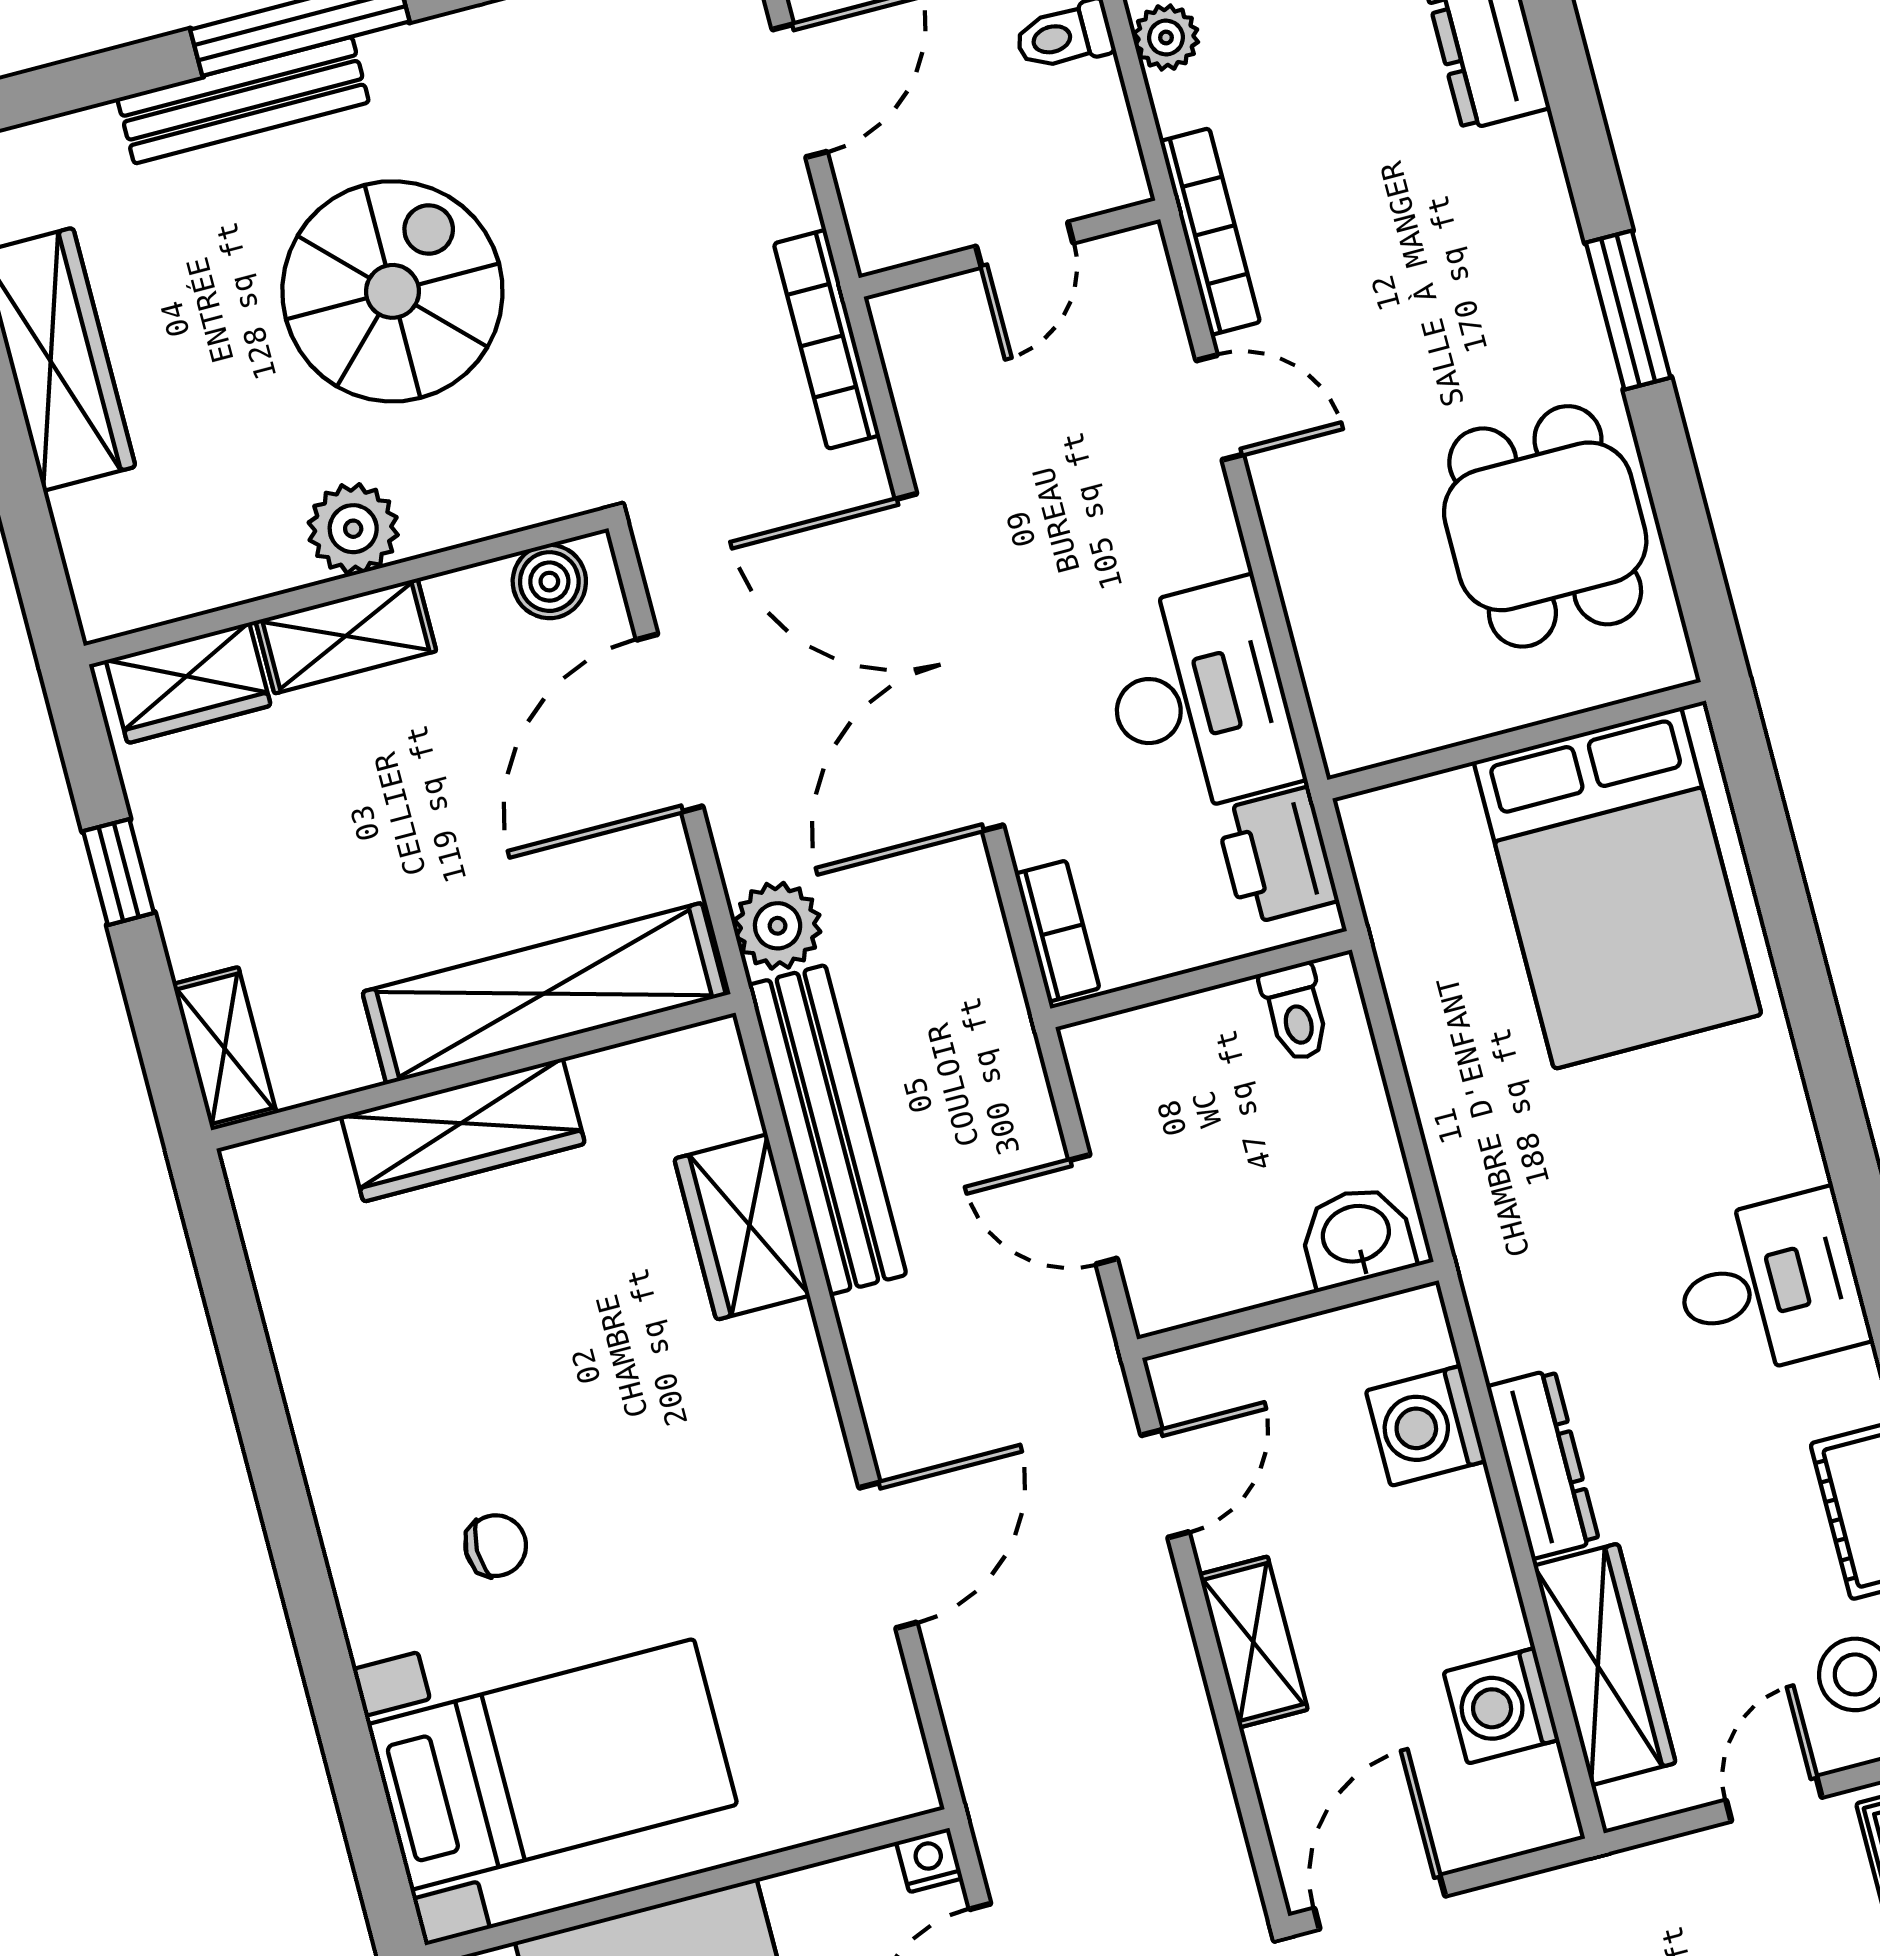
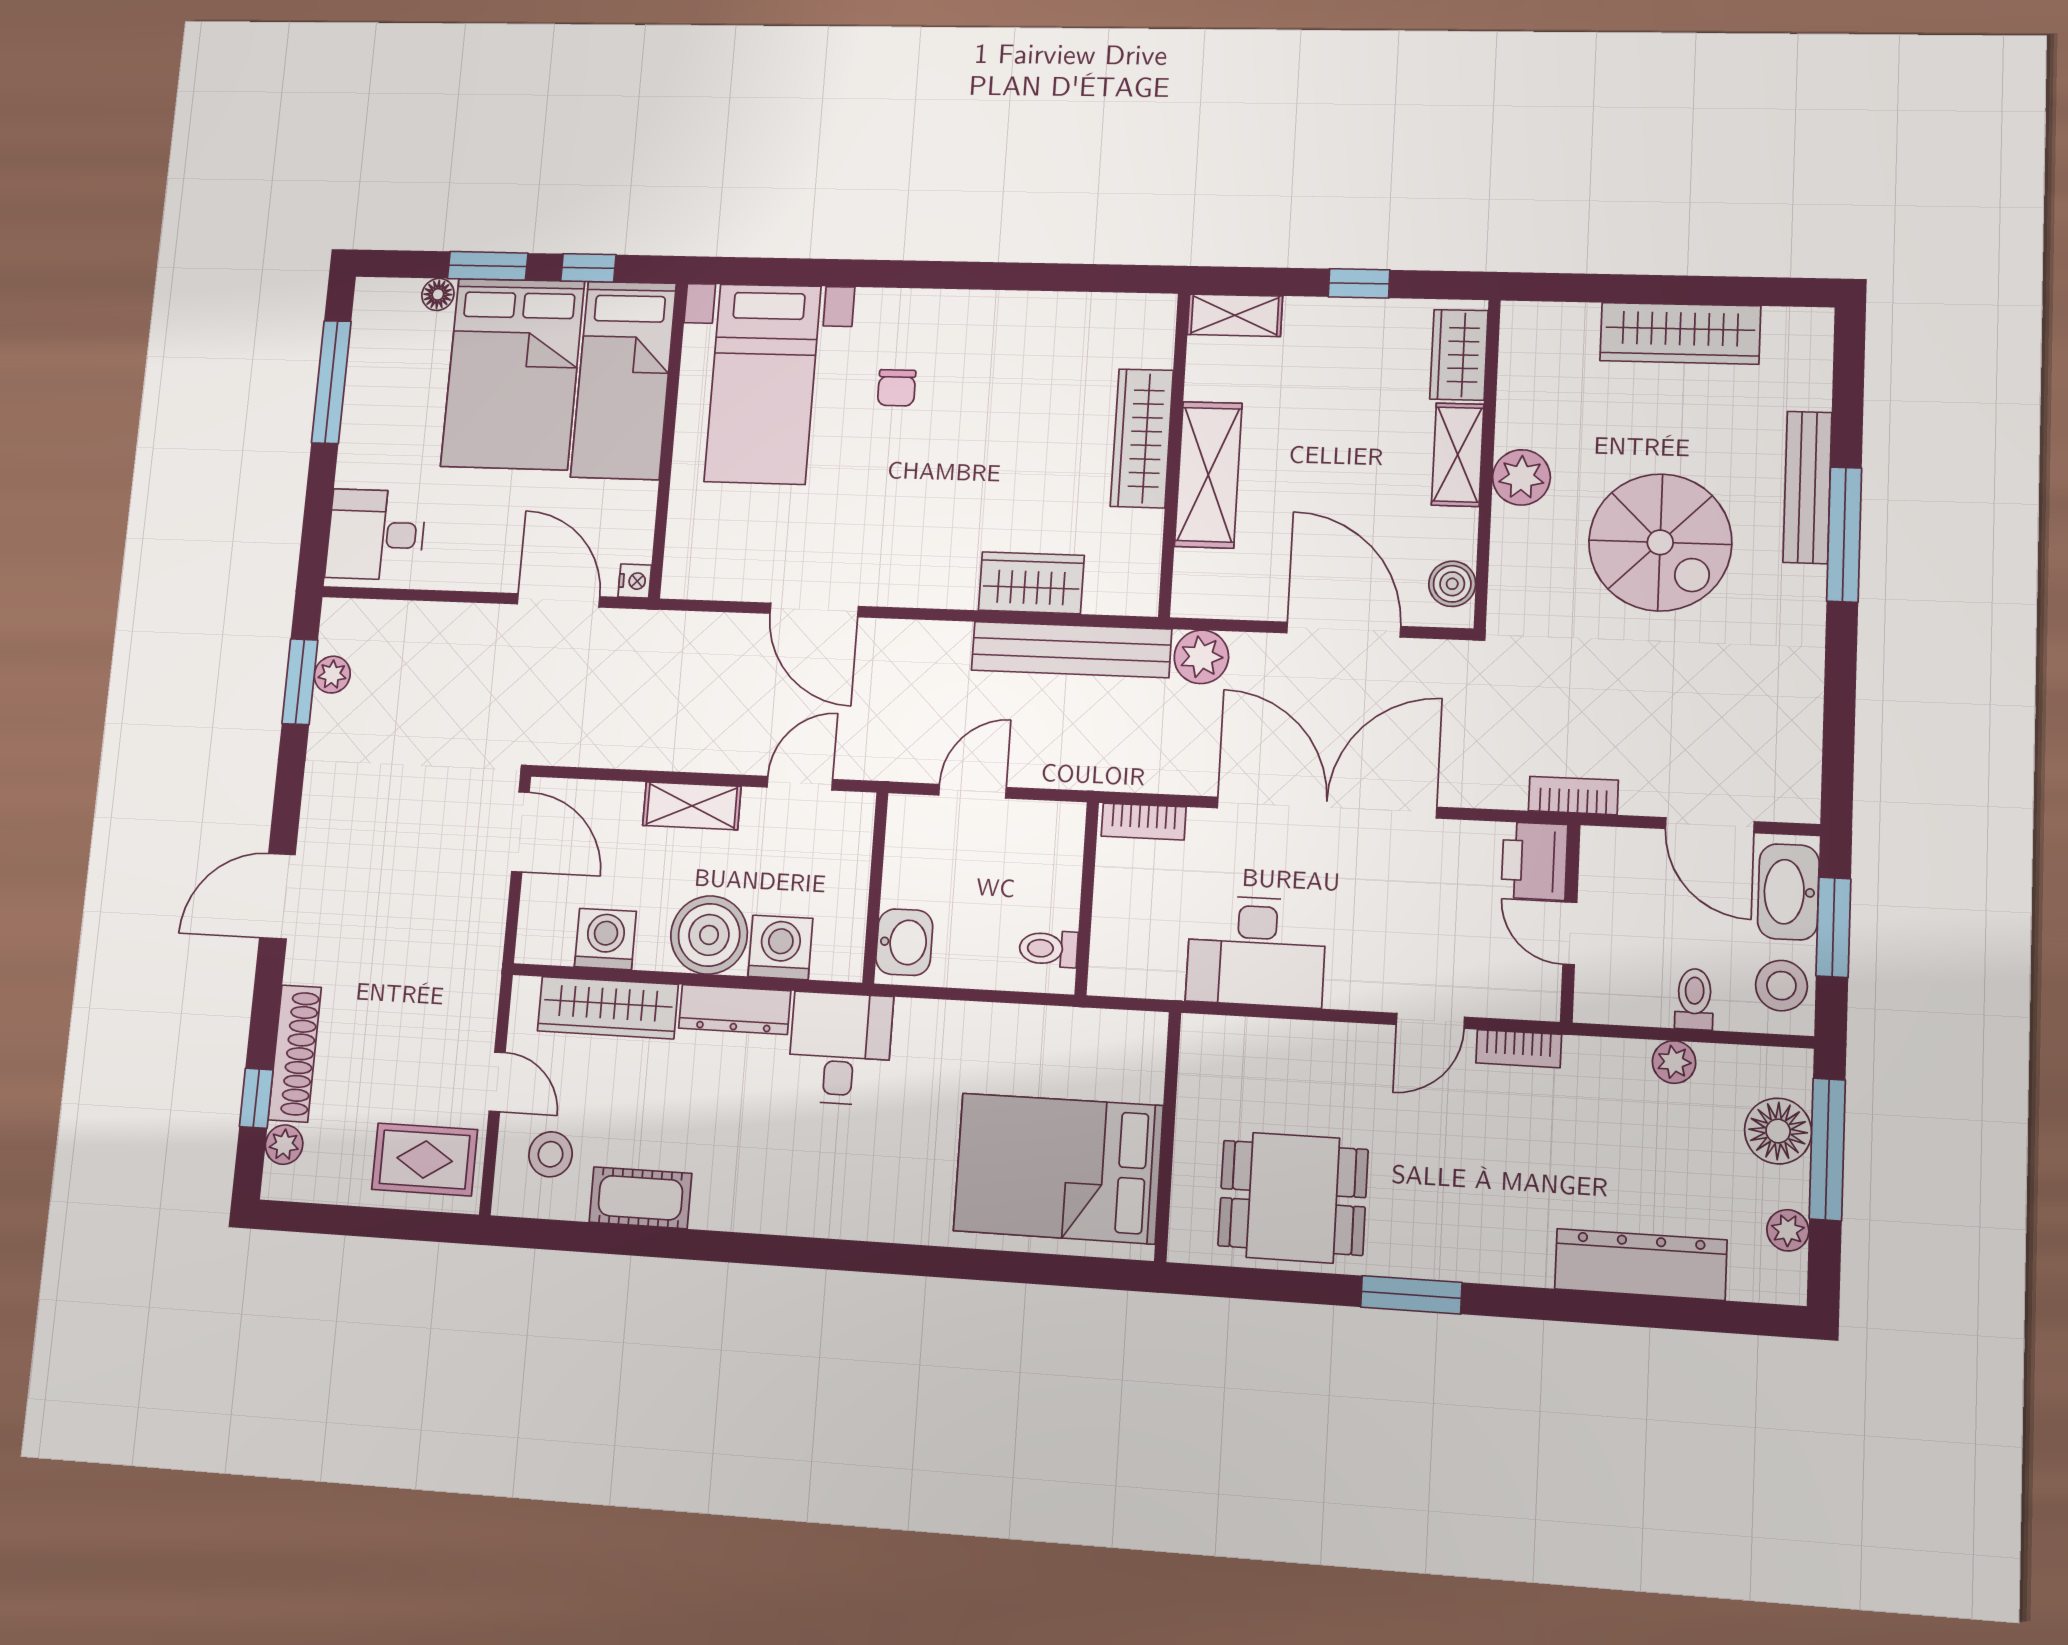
bookcase: (1210, 232) -> (1519, 1049), width x0.64
bookcase: (827, 339) -> (1573, 795), width x0.64
printer: (1277, 856) -> (1534, 861), moved, turned -90
shelving: (544, 994) -> (1208, 475), width x0.68
desk: (1769, 1285) -> (840, 1048), moved, turned 180
door: (1165, 1484) -> (800, 783), swing flipped
boiler: (1443, 1544) -> (709, 935), added

